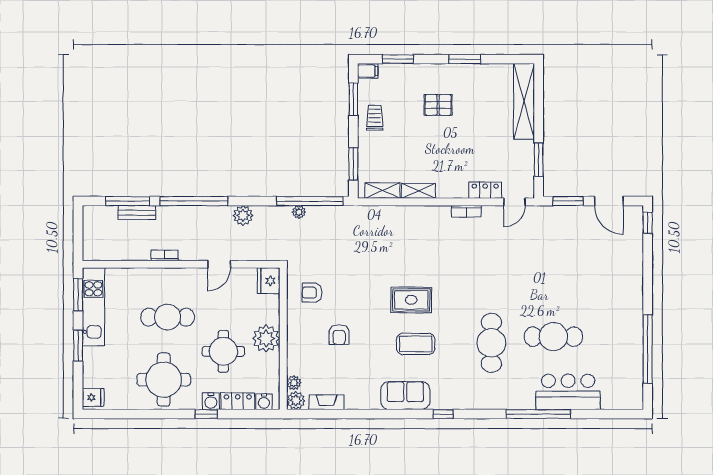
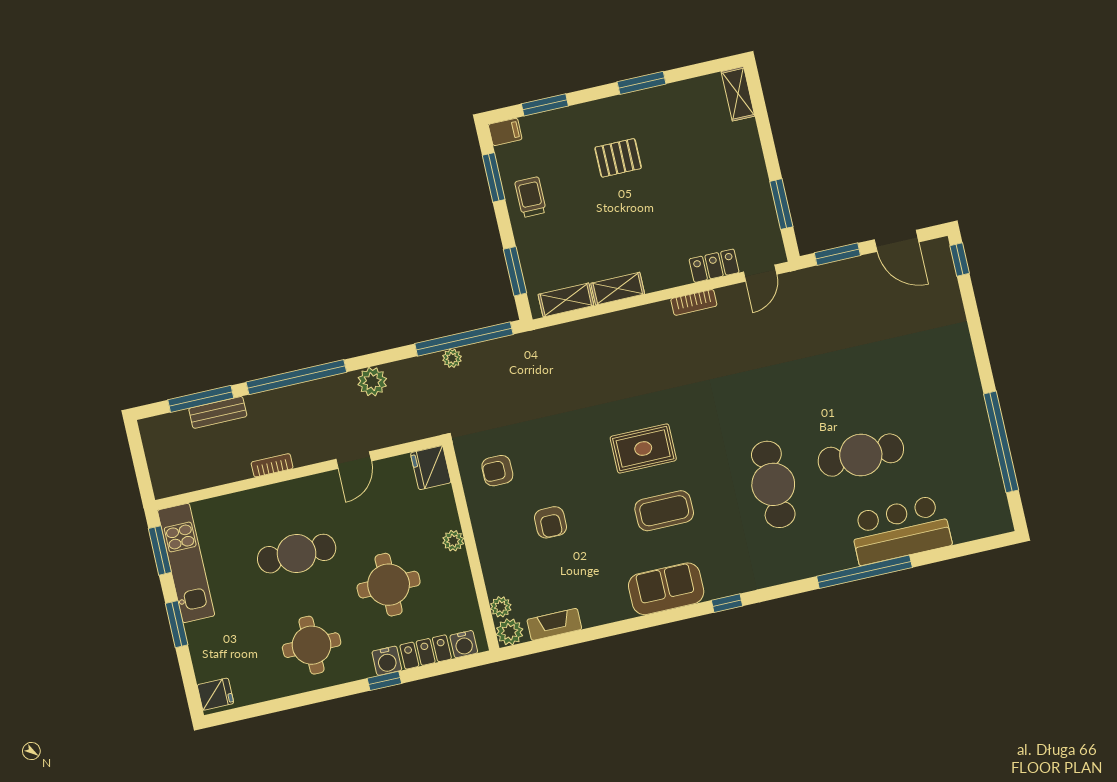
shelving: (524, 101) -> (738, 94), width x0.45, depth x0.75
plant: (266, 338) -> (453, 541), width x0.53, depth x0.53
round table: (164, 380) -> (312, 645), width x0.73, depth x0.73

